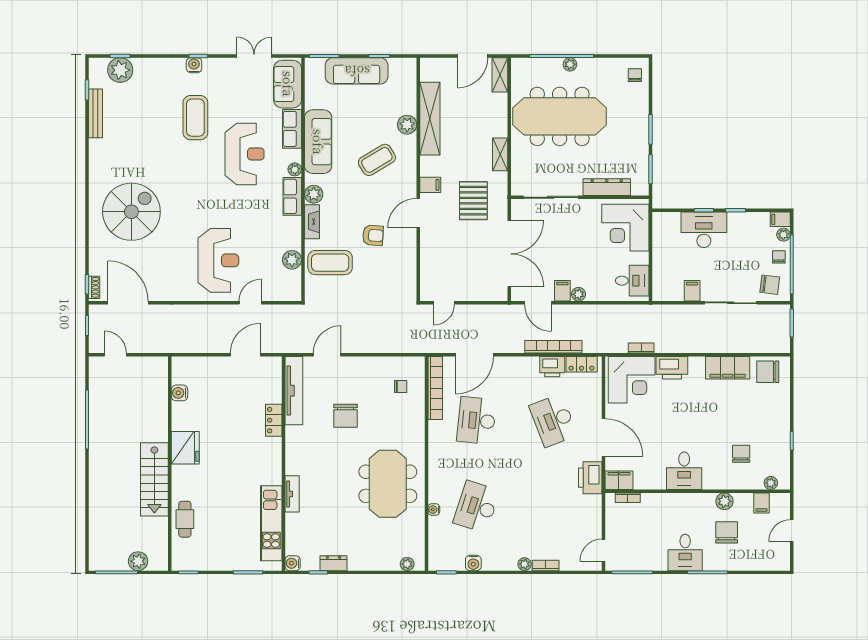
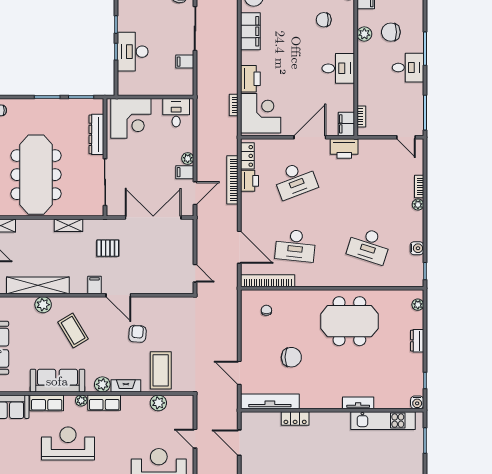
pallet: (473, 201) -> (108, 248), width x0.67, depth x0.71
water cooler: (434, 510) -> (371, 282), removed
dresser: (333, 563) -> (417, 341), moved

